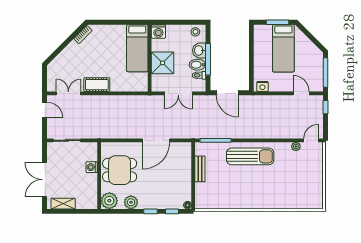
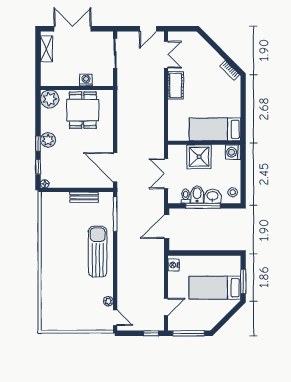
door: (156, 140) -> (115, 167), moved
sun lounger: (250, 156) -> (98, 252), turned 180
plant: (131, 202) -> (48, 140), moved

